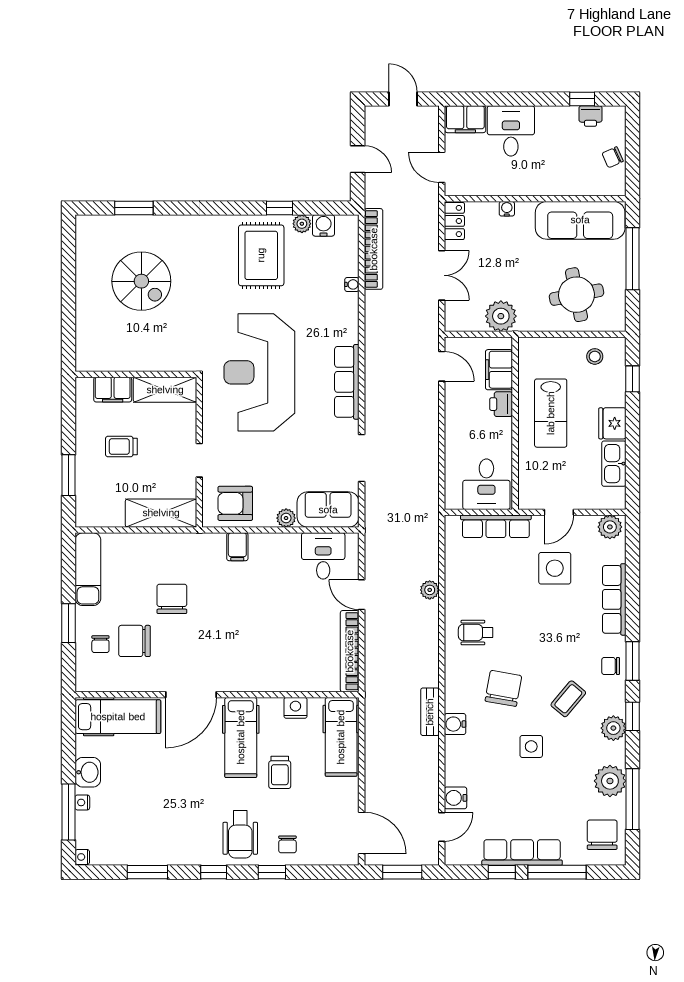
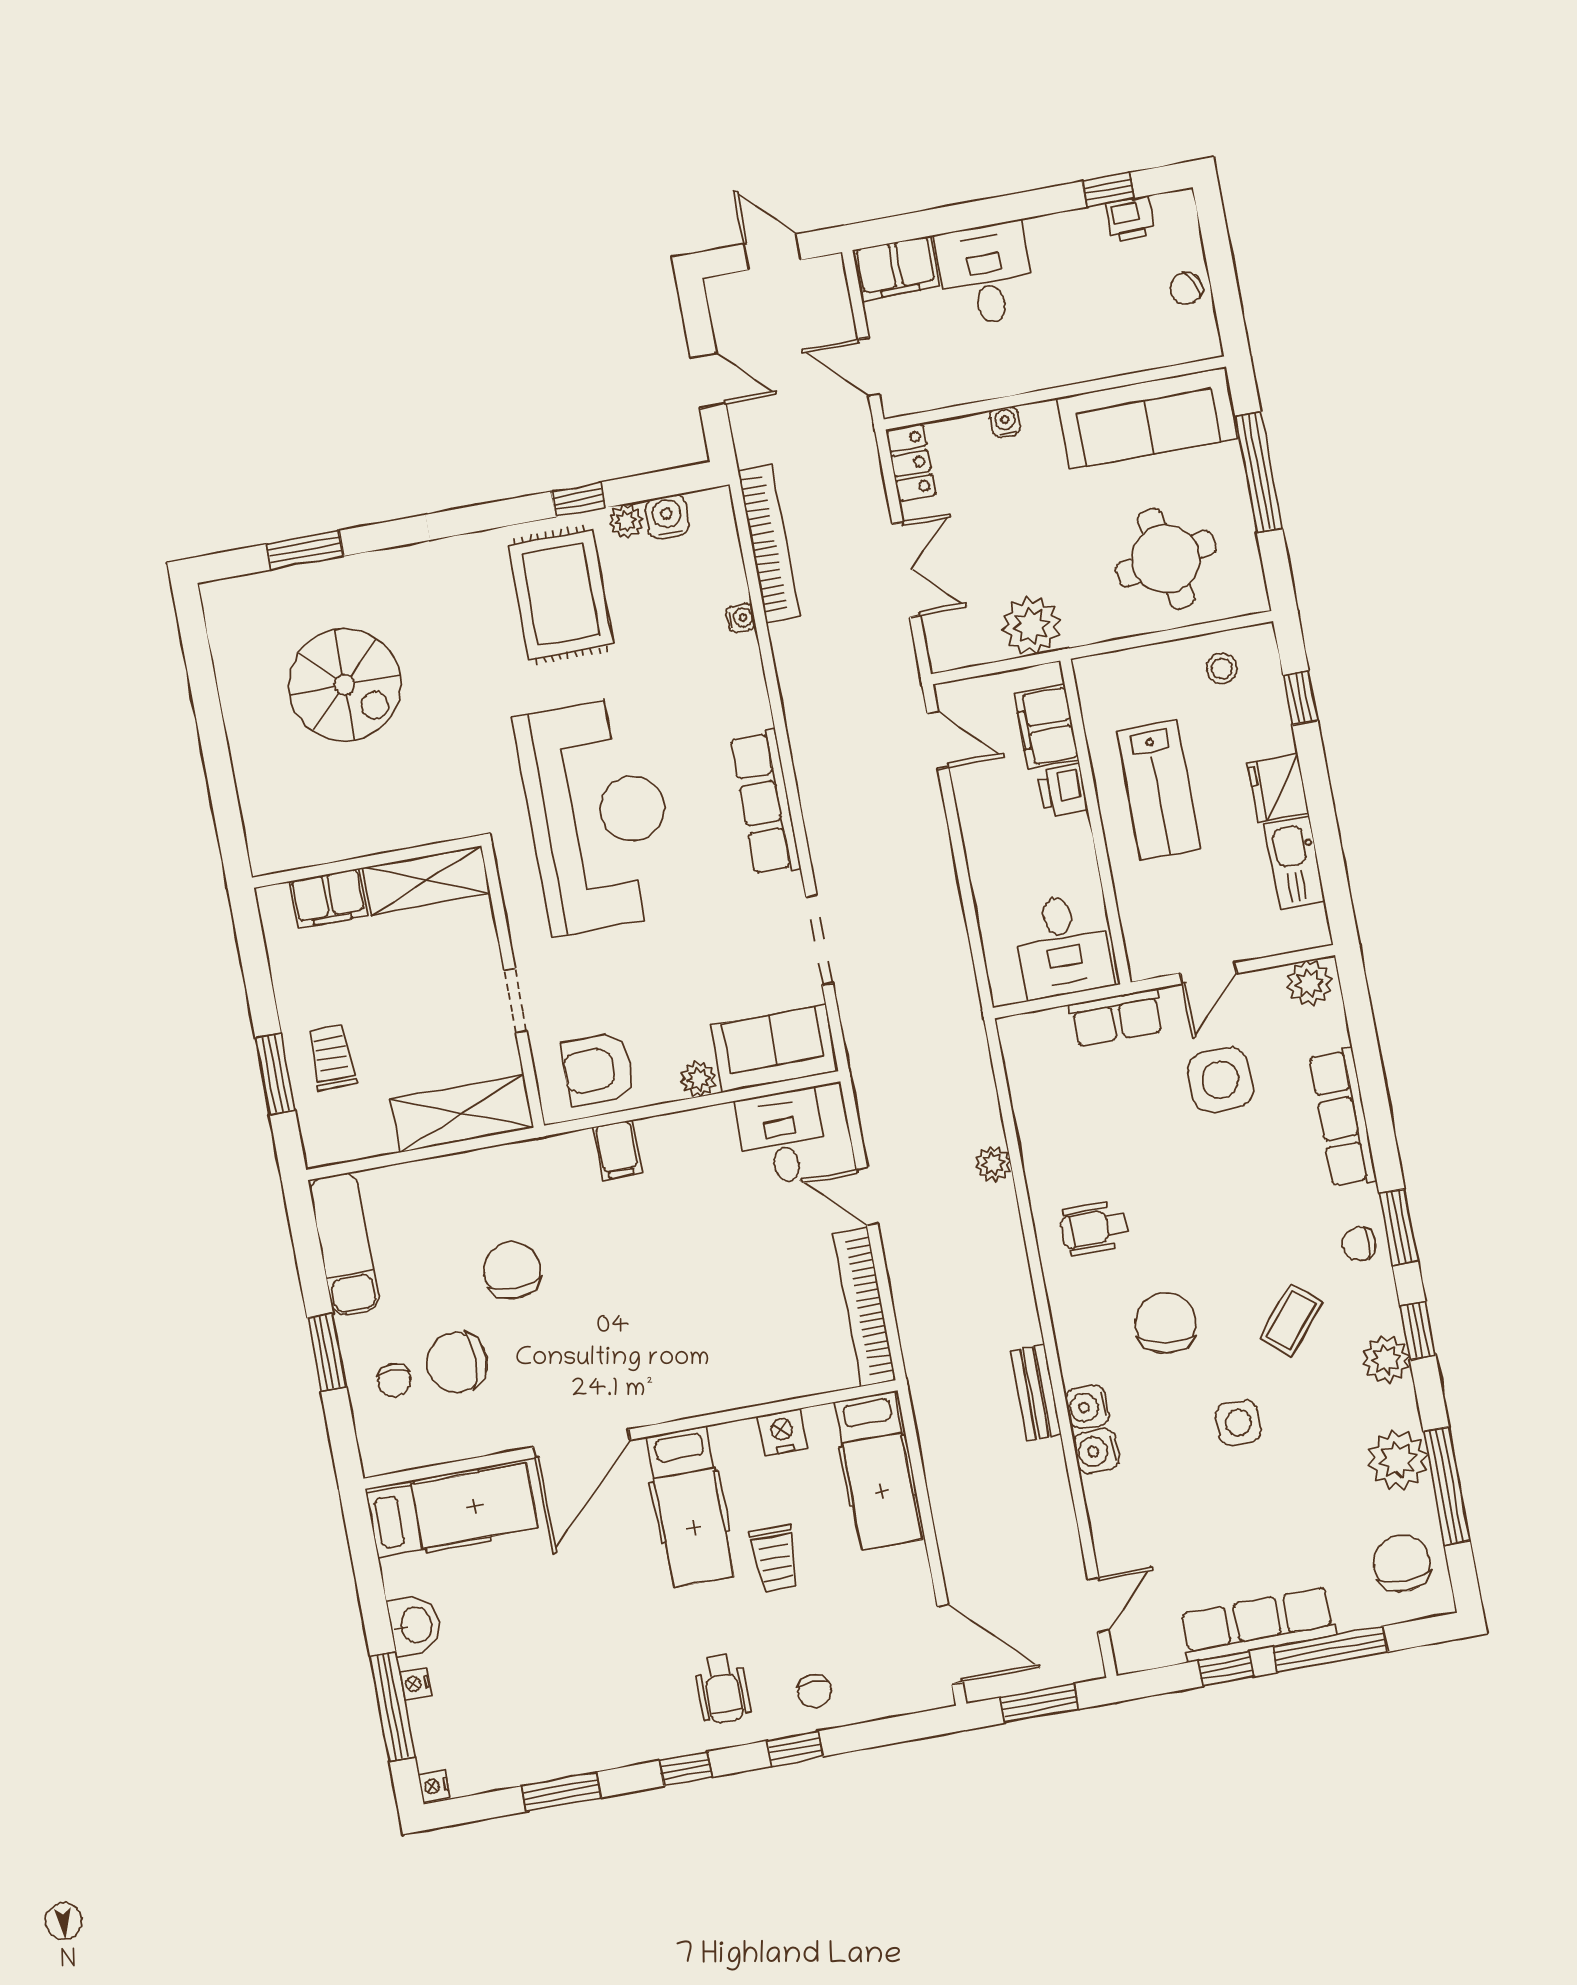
reception desk: (259, 372) -> (598, 815), turned 180
trolley: (121, 446) -> (332, 1057), moved, turned 90
row of seats: (496, 526) -> (1117, 1018), width x0.68
water cooler: (455, 798) -> (1096, 1451), moved
wheelchair: (240, 834) -> (723, 1689), width x0.73, depth x0.73

